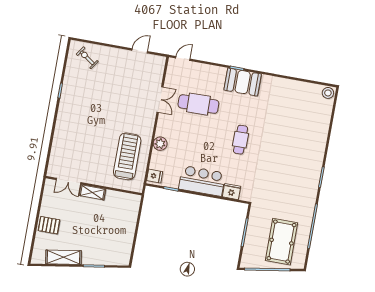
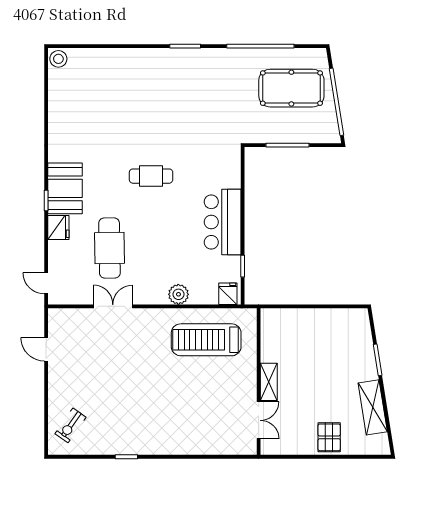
fridge: (232, 192) -> (58, 227), moved, turned 180

